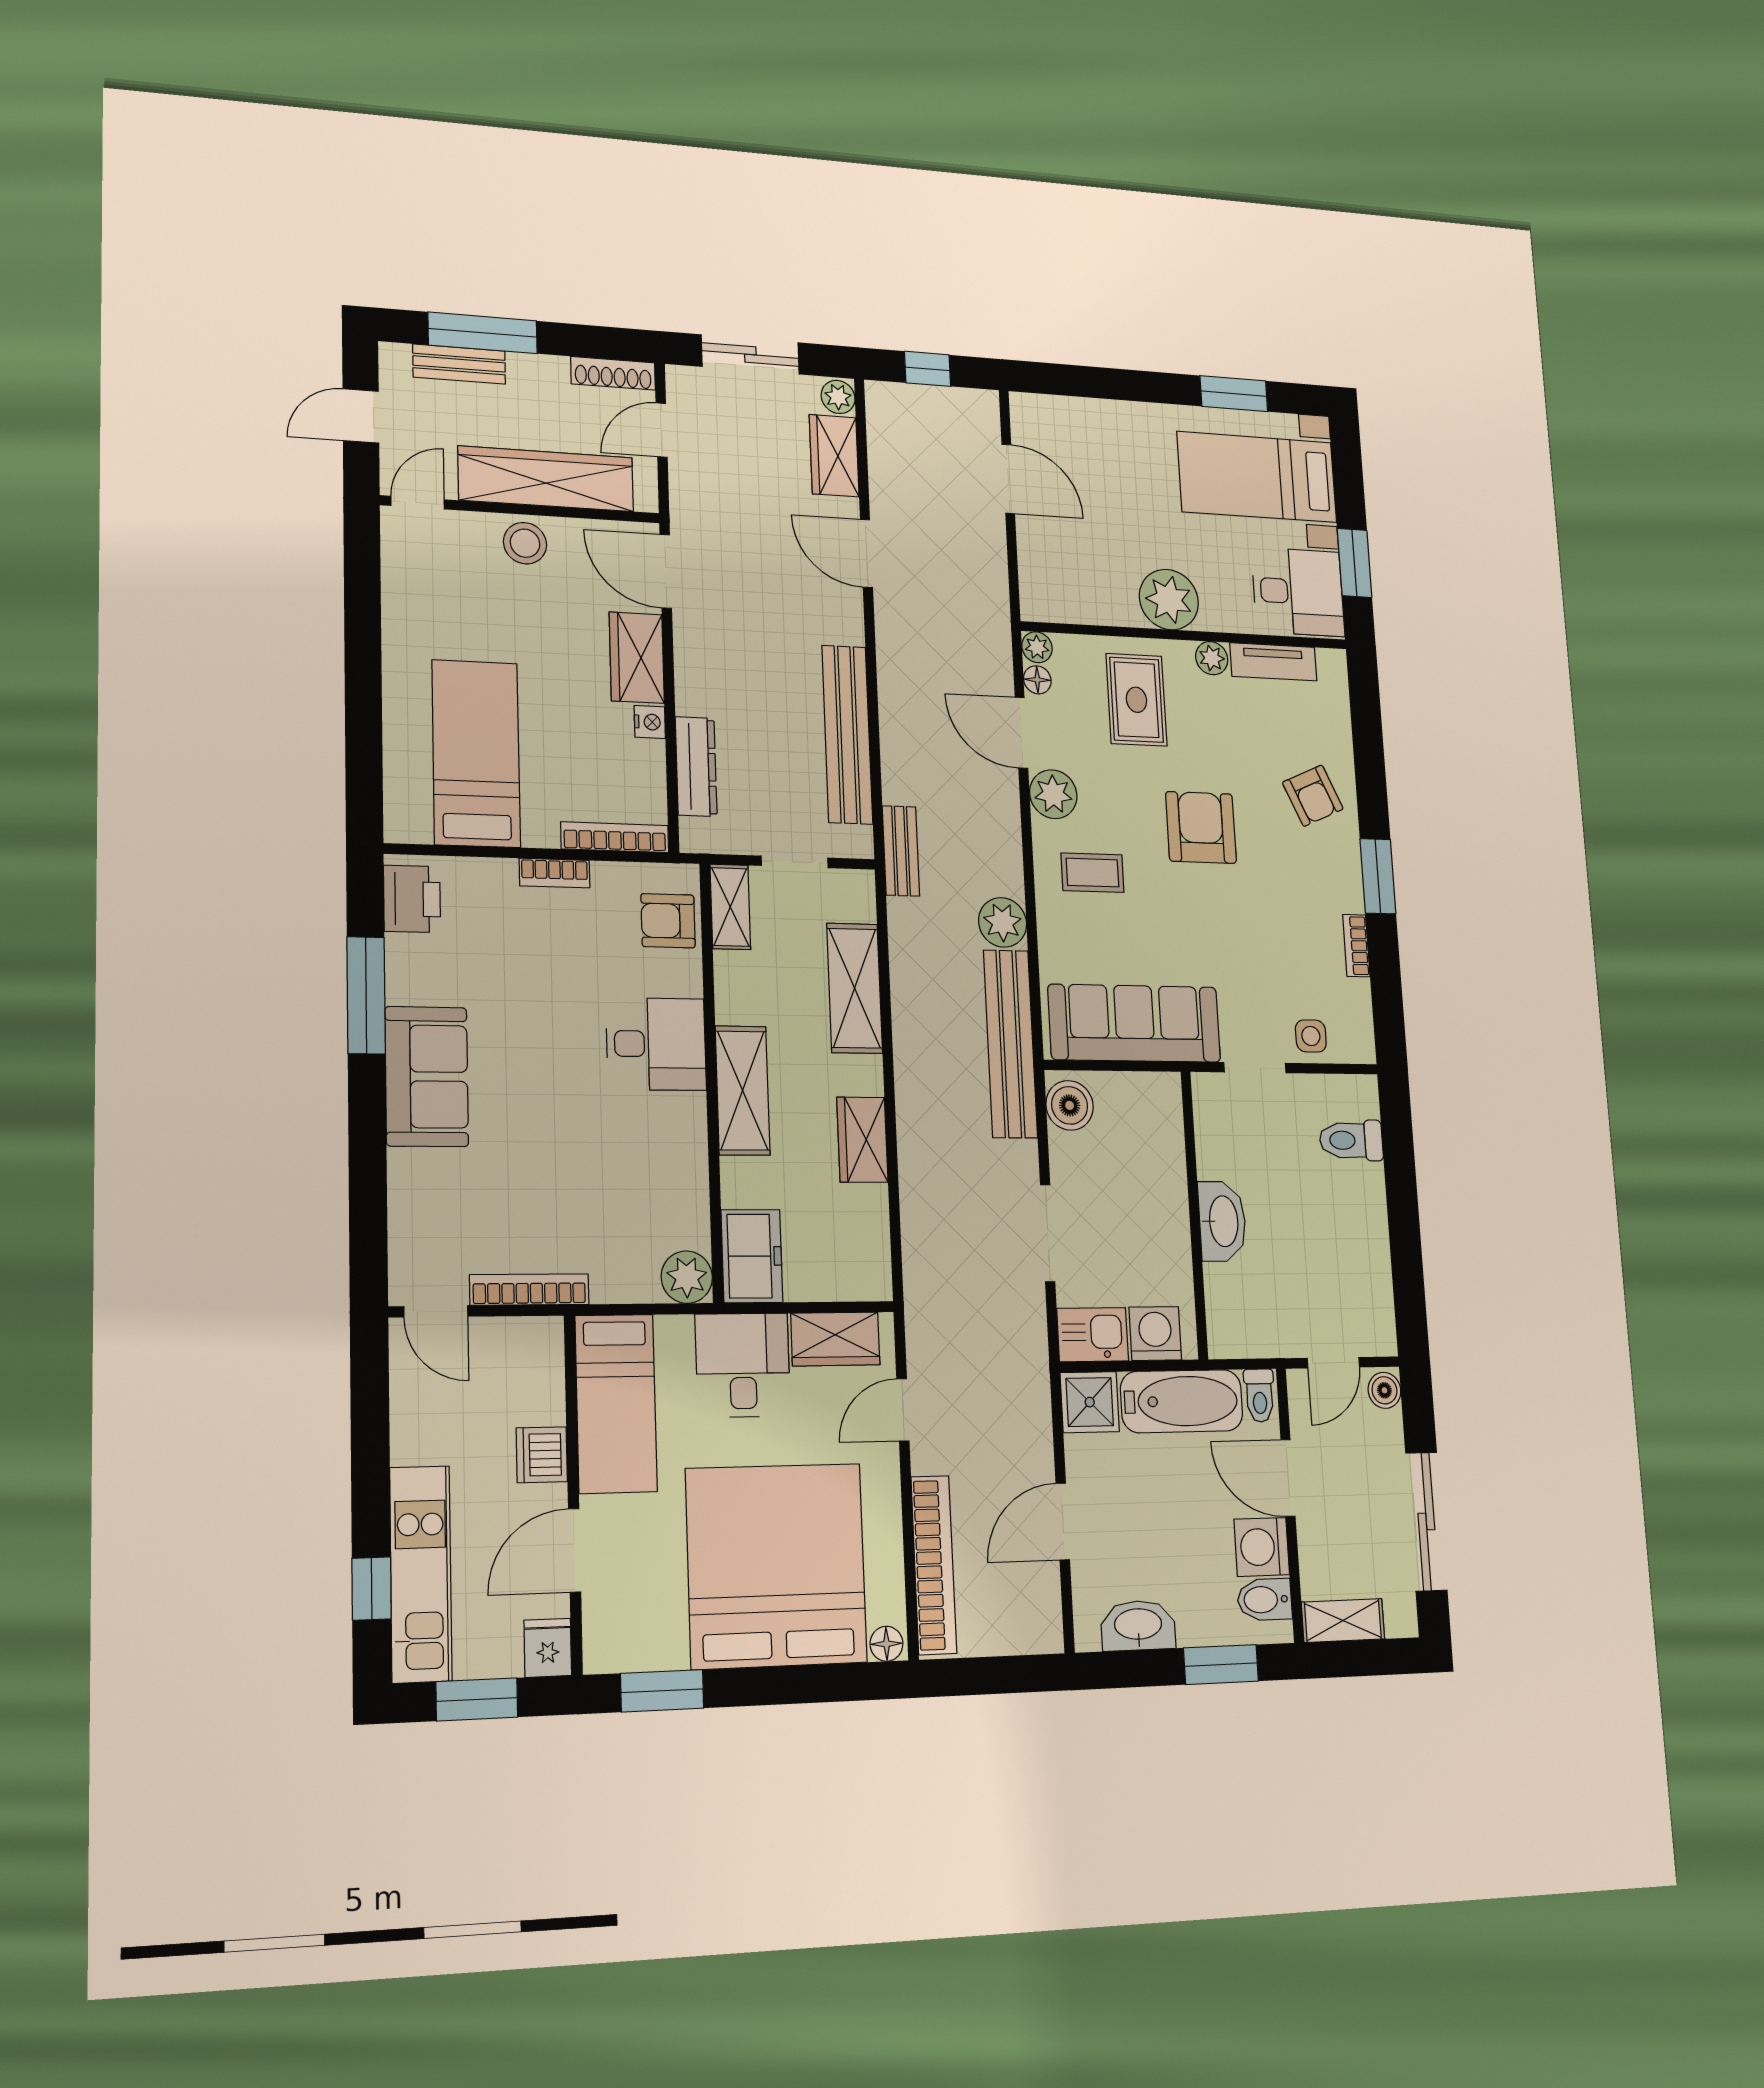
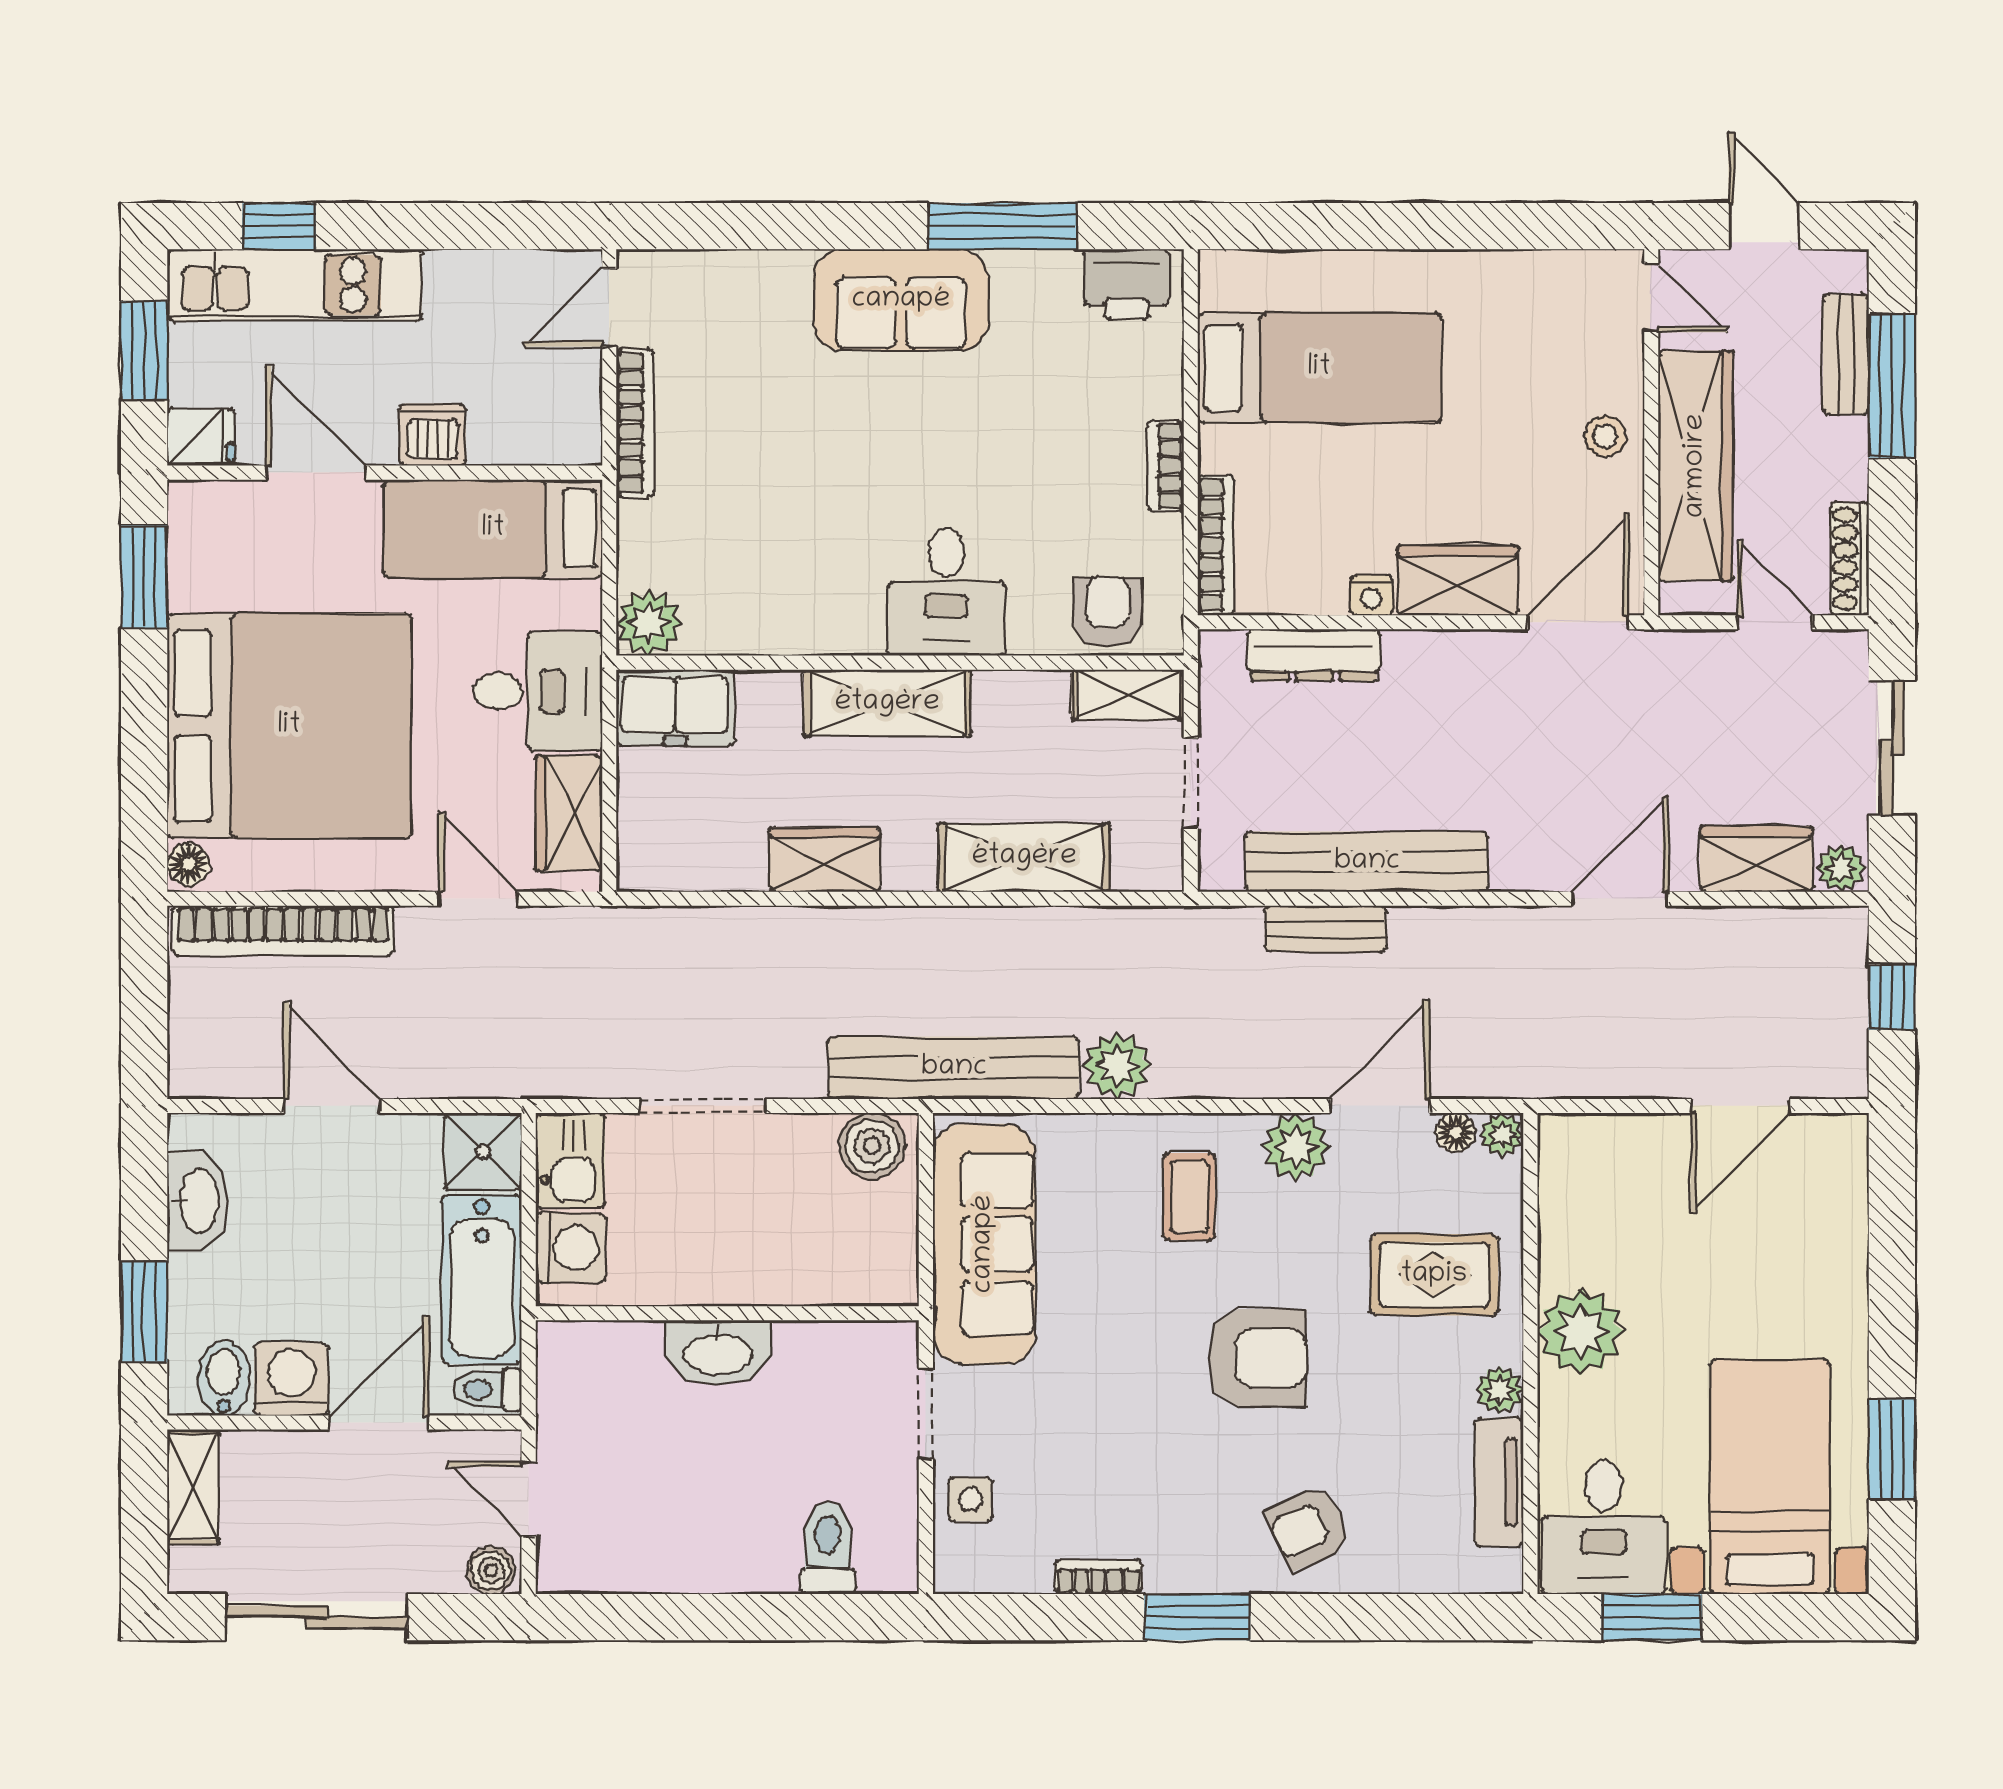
stool: (525, 543) -> (1605, 436), width x0.73, depth x0.73
bench: (901, 851) -> (1325, 929), moved

